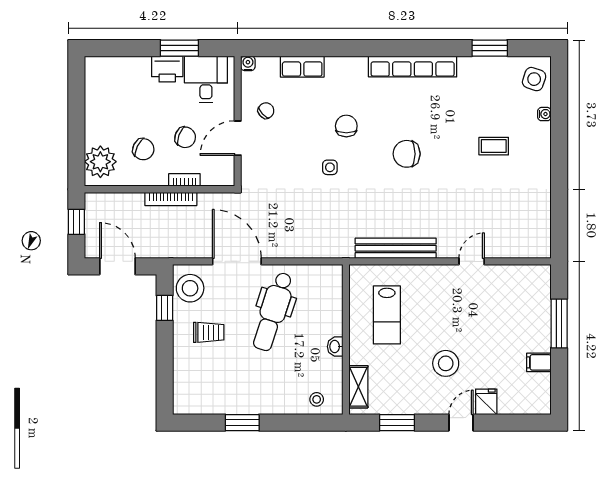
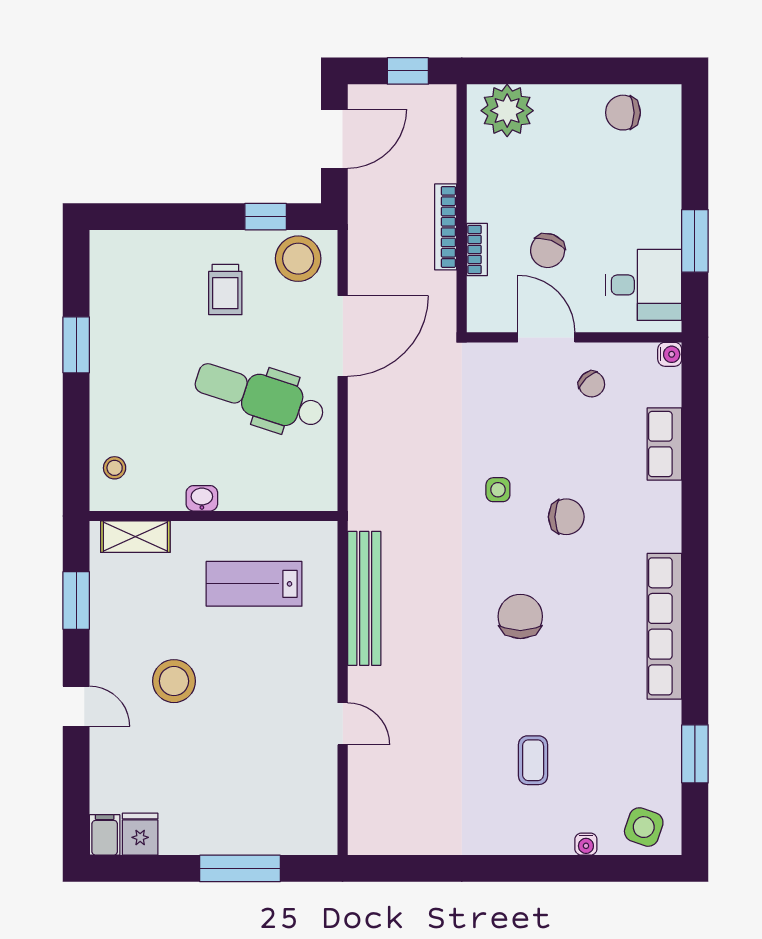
printer: (167, 69) -> (660, 221), removed
chair: (143, 149) -> (623, 113), moved, turned 64
filing cabinet: (539, 362) -> (105, 835), moved
fridge: (486, 402) -> (140, 834), moved, turned -90

